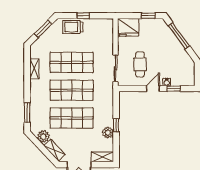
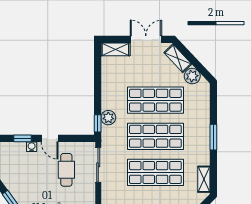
shelving: (34, 69) -> (204, 179), moved
door: (153, 89) -> (50, 138), hinge flipped
window: (27, 113) -> (213, 137), moved
window: (116, 125) -> (98, 123), moved
plant: (108, 132) -> (108, 118), moved

